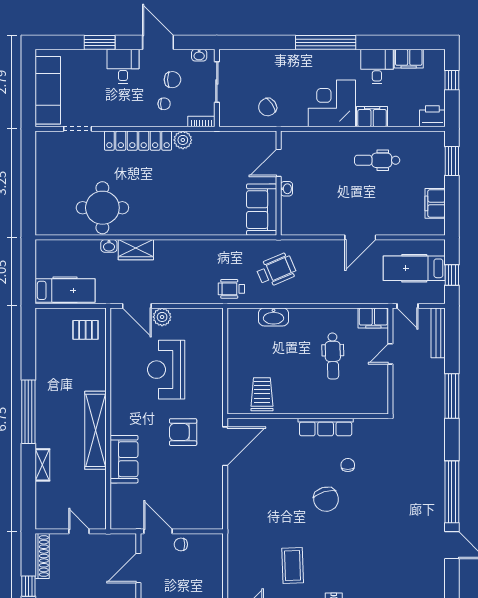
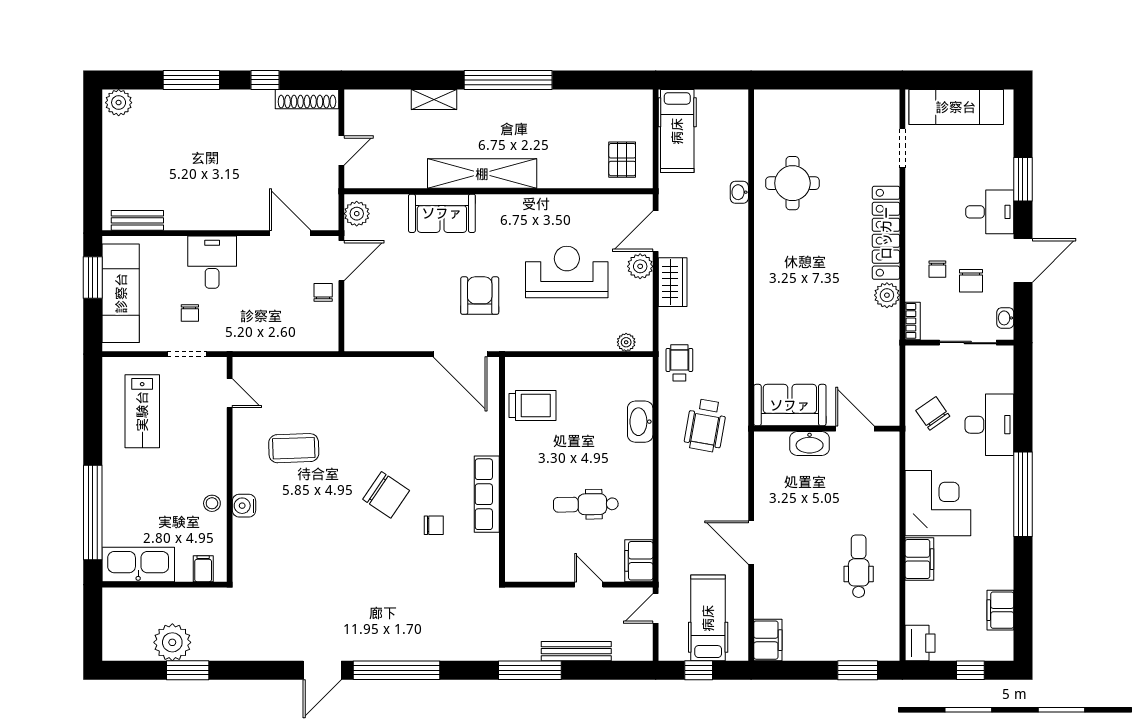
desk: (377, 66) -> (989, 425), moved, width x1.37
washbasin: (287, 189) -> (810, 443), width x1.91, depth x1.45
filing cabinet: (435, 203) -> (768, 640), moved, turned 90
round table: (102, 208) -> (792, 183), width x0.73, depth x0.73
wardrobe: (136, 250) -> (673, 282), moved, turned 180
wheelchair: (276, 270) -> (705, 425), turned 33
plant: (217, 327) -> (626, 342), added
bench: (438, 333) -> (576, 651), moved
chair: (326, 499) -> (386, 495), turned -129
plant: (124, 520) -> (357, 214), added

